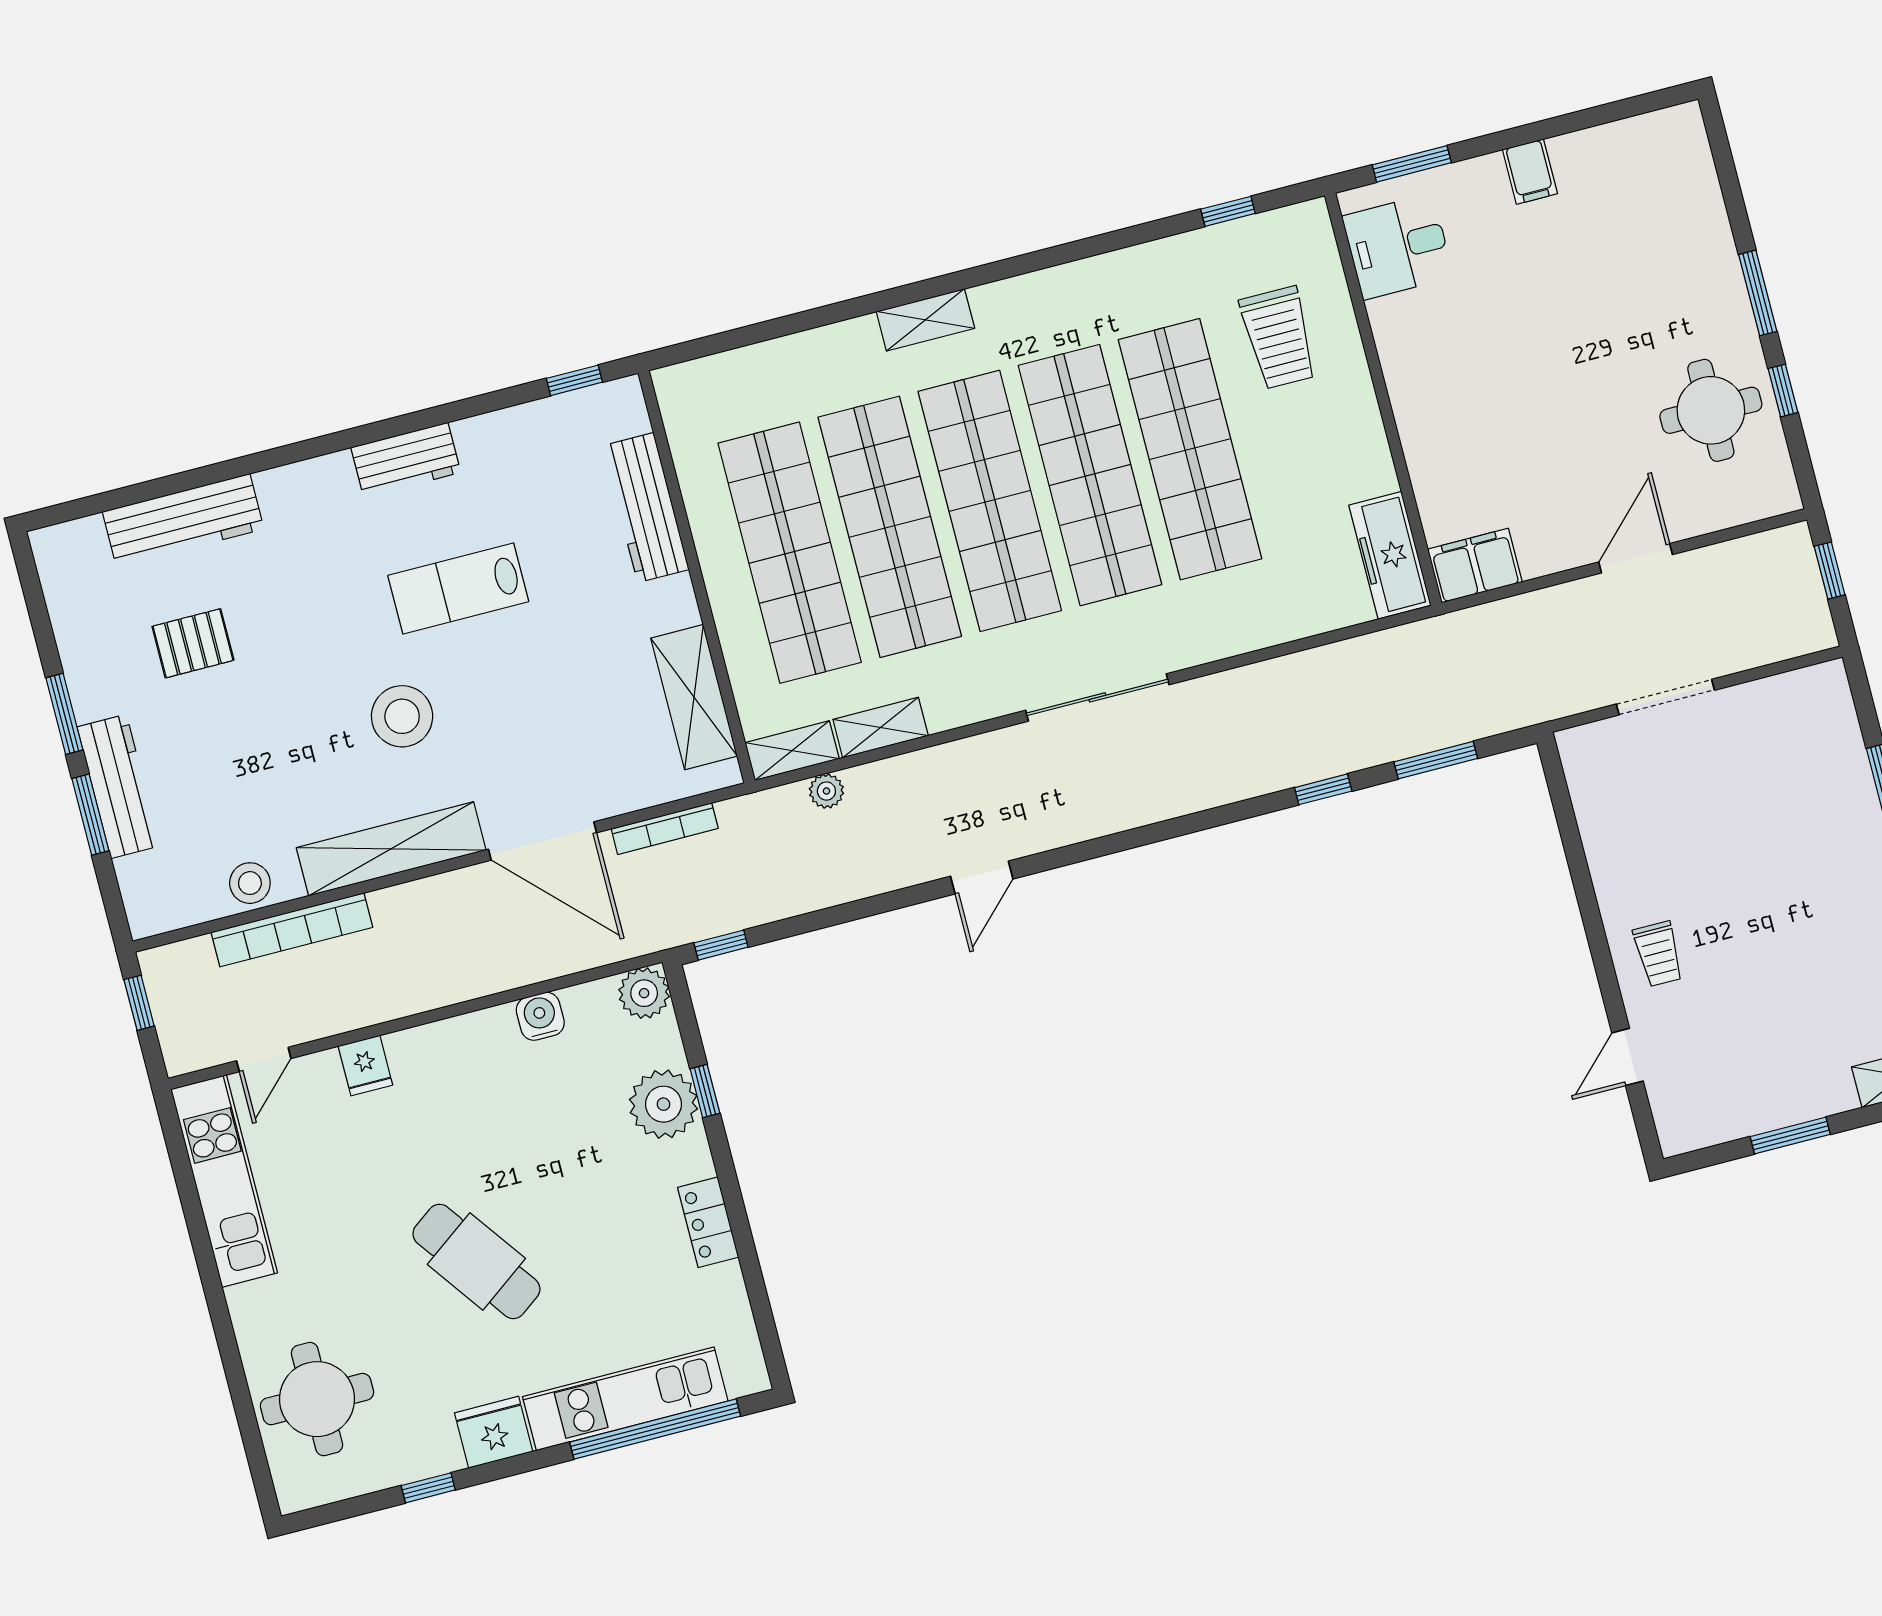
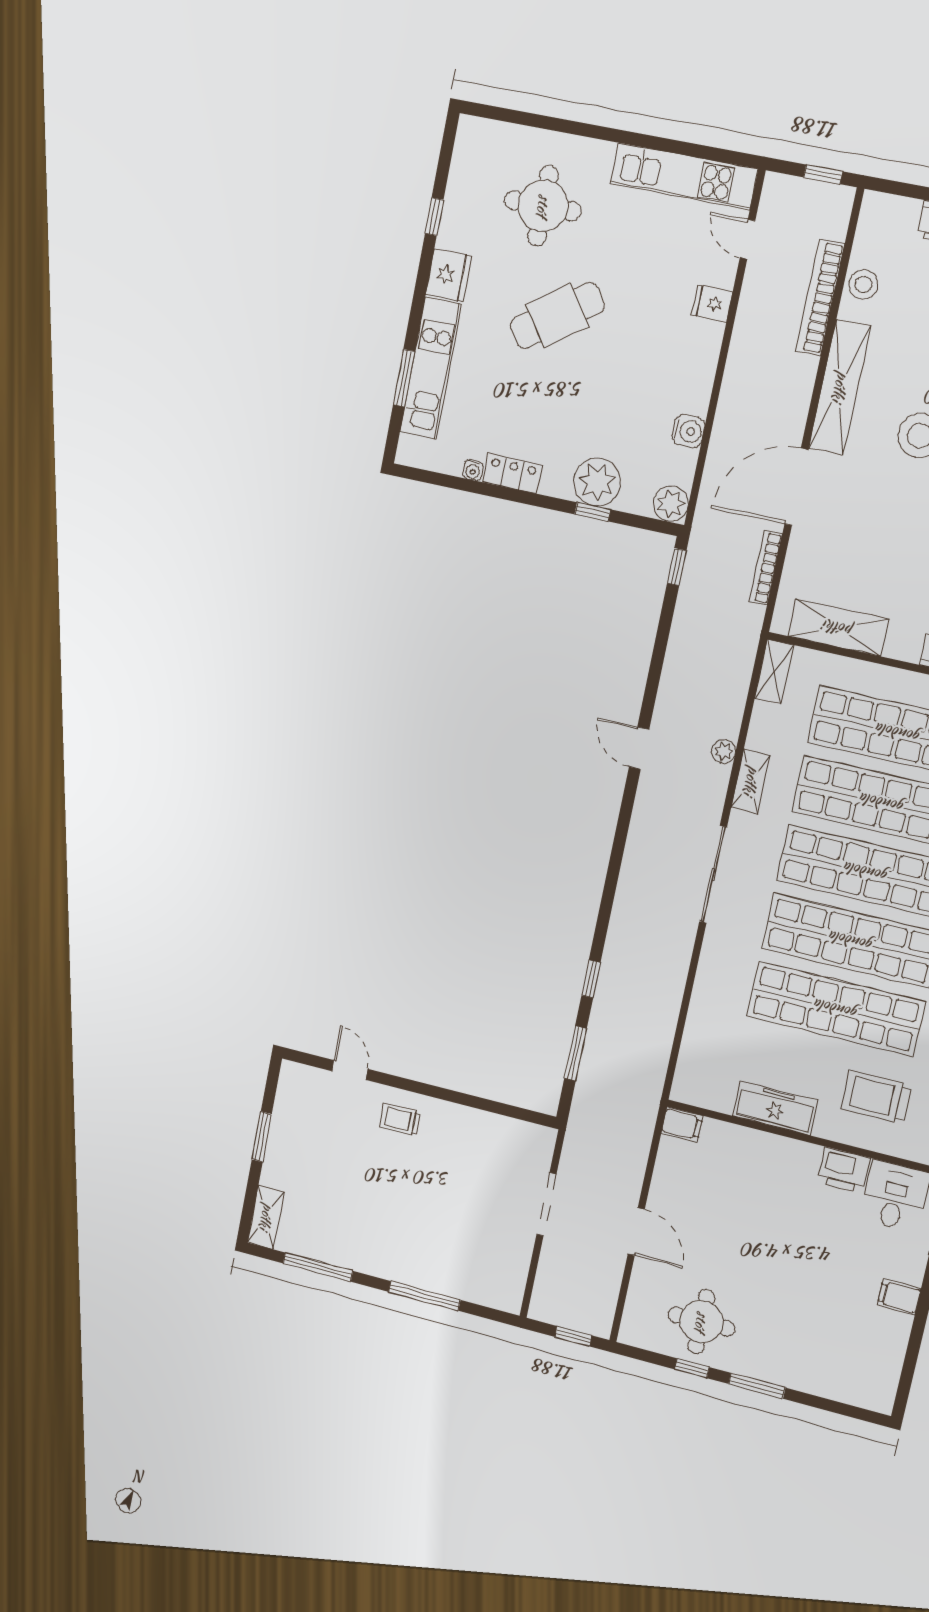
printer: (1400, 330) -> (844, 1170), added
freezer: (1390, 555) -> (775, 1108), moved
filing cabinet: (1475, 566) -> (682, 1124), width x0.50
shelving: (881, 728) -> (751, 781), moved
plant: (826, 791) -> (724, 752), moved
water cooler: (730, 1278) -> (473, 470), added
round table: (317, 1399) -> (543, 206), moved
window: (655, 1429) -> (404, 378), width x0.47

